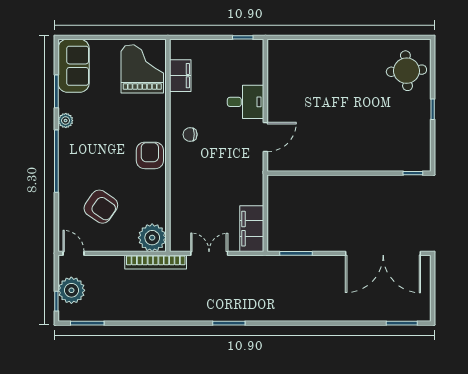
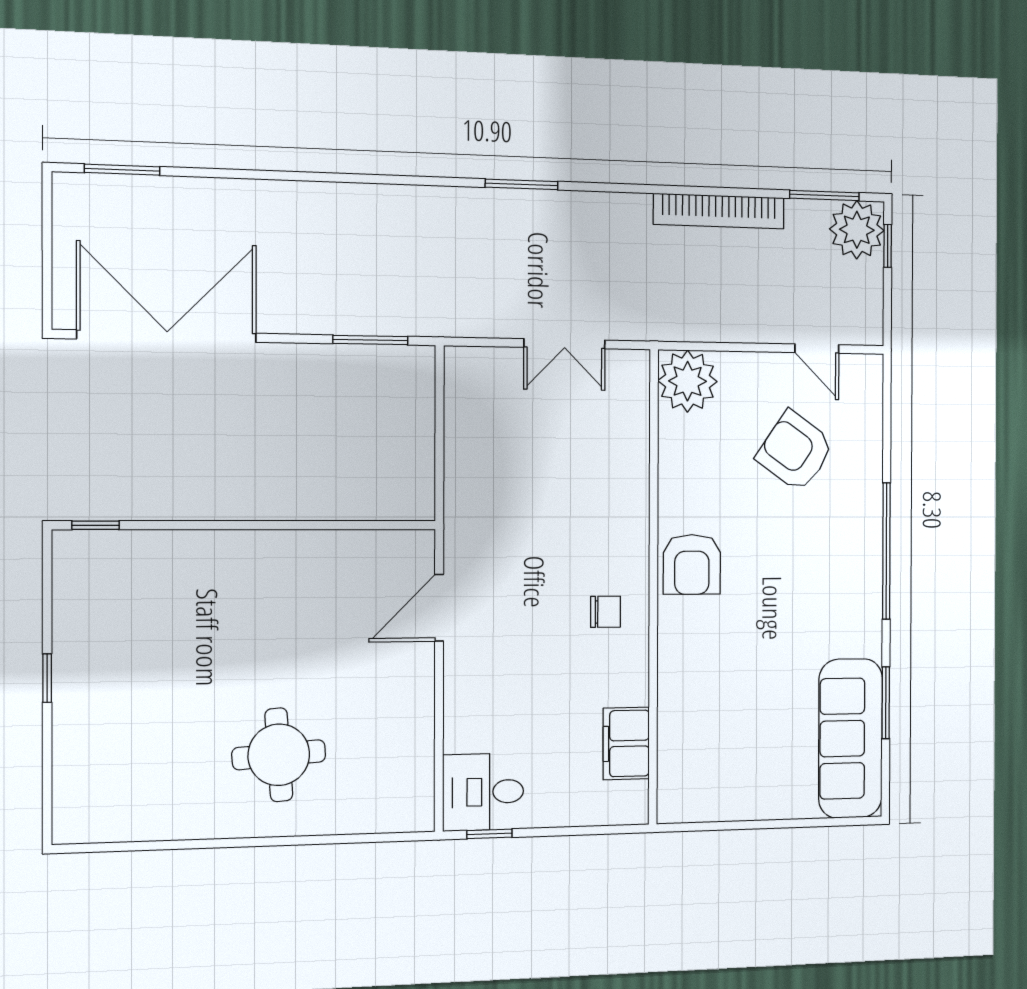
sofa: (74, 66) -> (851, 738), width x1.36
grand piano: (142, 69) -> (707, 756), removed
round table: (406, 71) -> (279, 755), moved
desk: (246, 102) -> (483, 792), moved
plant: (66, 121) -> (867, 640), removed
filing cabinet: (252, 229) -> (470, 398), removed
door: (73, 253) -> (817, 349), moved
bookcase: (156, 262) -> (719, 211), moved, turned 180
plant: (71, 290) -> (857, 230), moved

